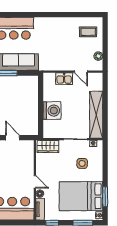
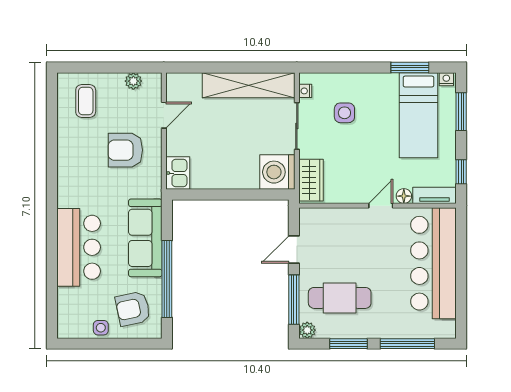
armchair: (63, 52) -> (125, 150), added
kitchen sink: (64, 79) -> (178, 173), moved
washing machine: (52, 111) -> (277, 172), moved, turned -90
bed: (81, 196) -> (418, 115), width x0.67

